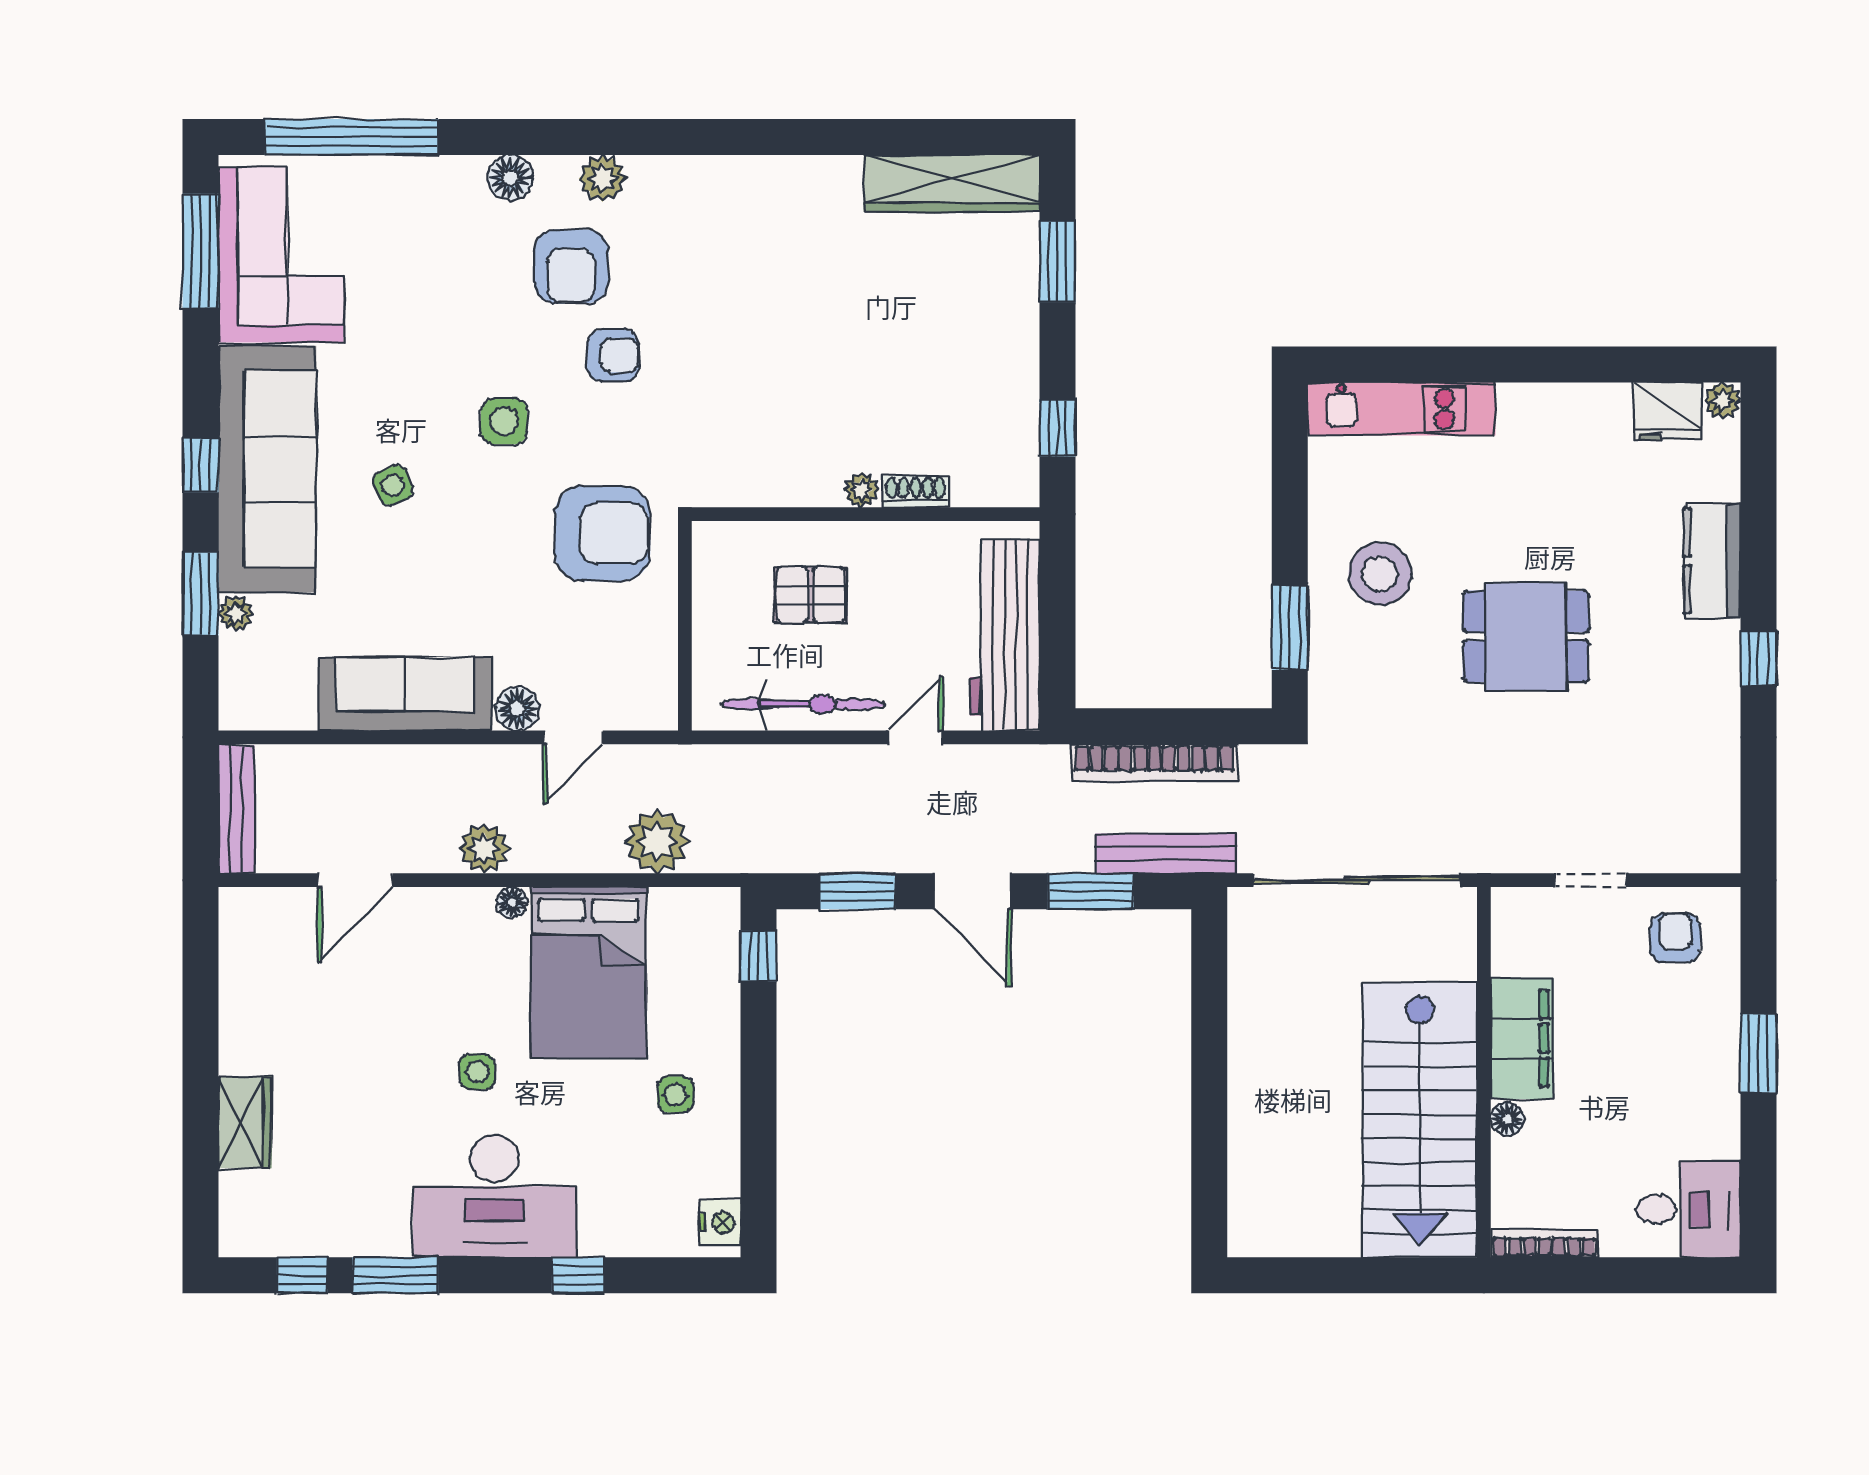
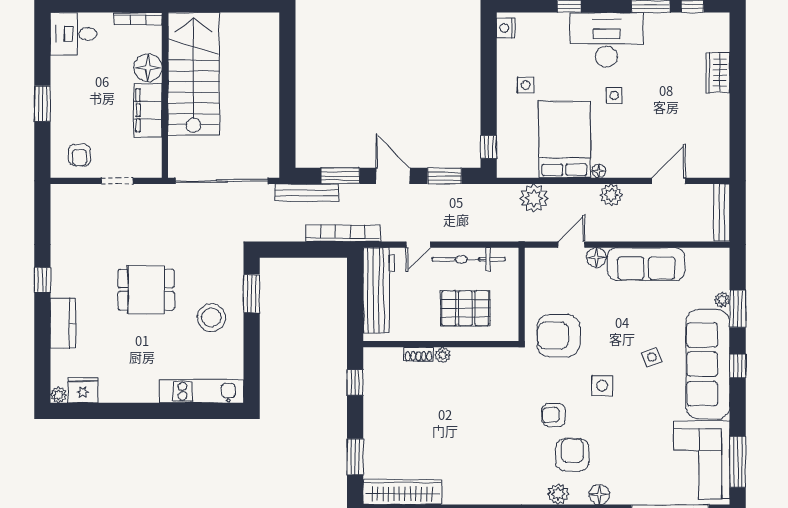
pallet: (811, 595) -> (465, 308), width x1.50, depth x1.42
bookcase: (1154, 763) -> (343, 233), moved
floor lamp: (1507, 1119) -> (148, 68), width x1.89, depth x1.89

